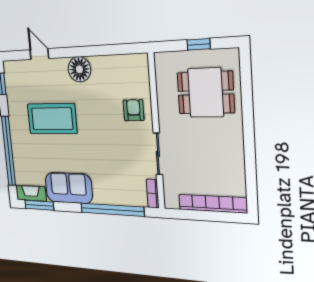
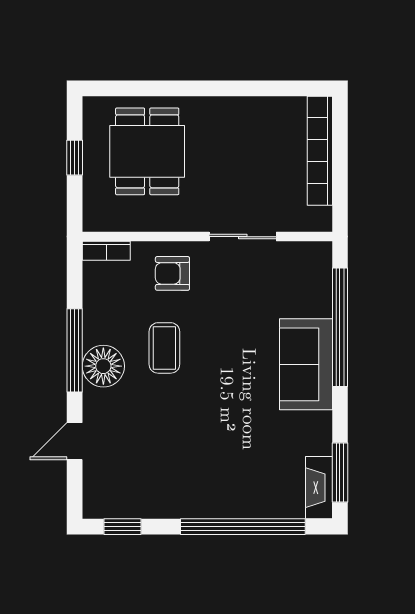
window: (86, 51) -> (75, 350), added
coffee table: (52, 119) -> (164, 348), moved, width x0.54, depth x0.58
sofa: (69, 188) -> (306, 364), moved
bookcase: (153, 194) -> (106, 251), moved

